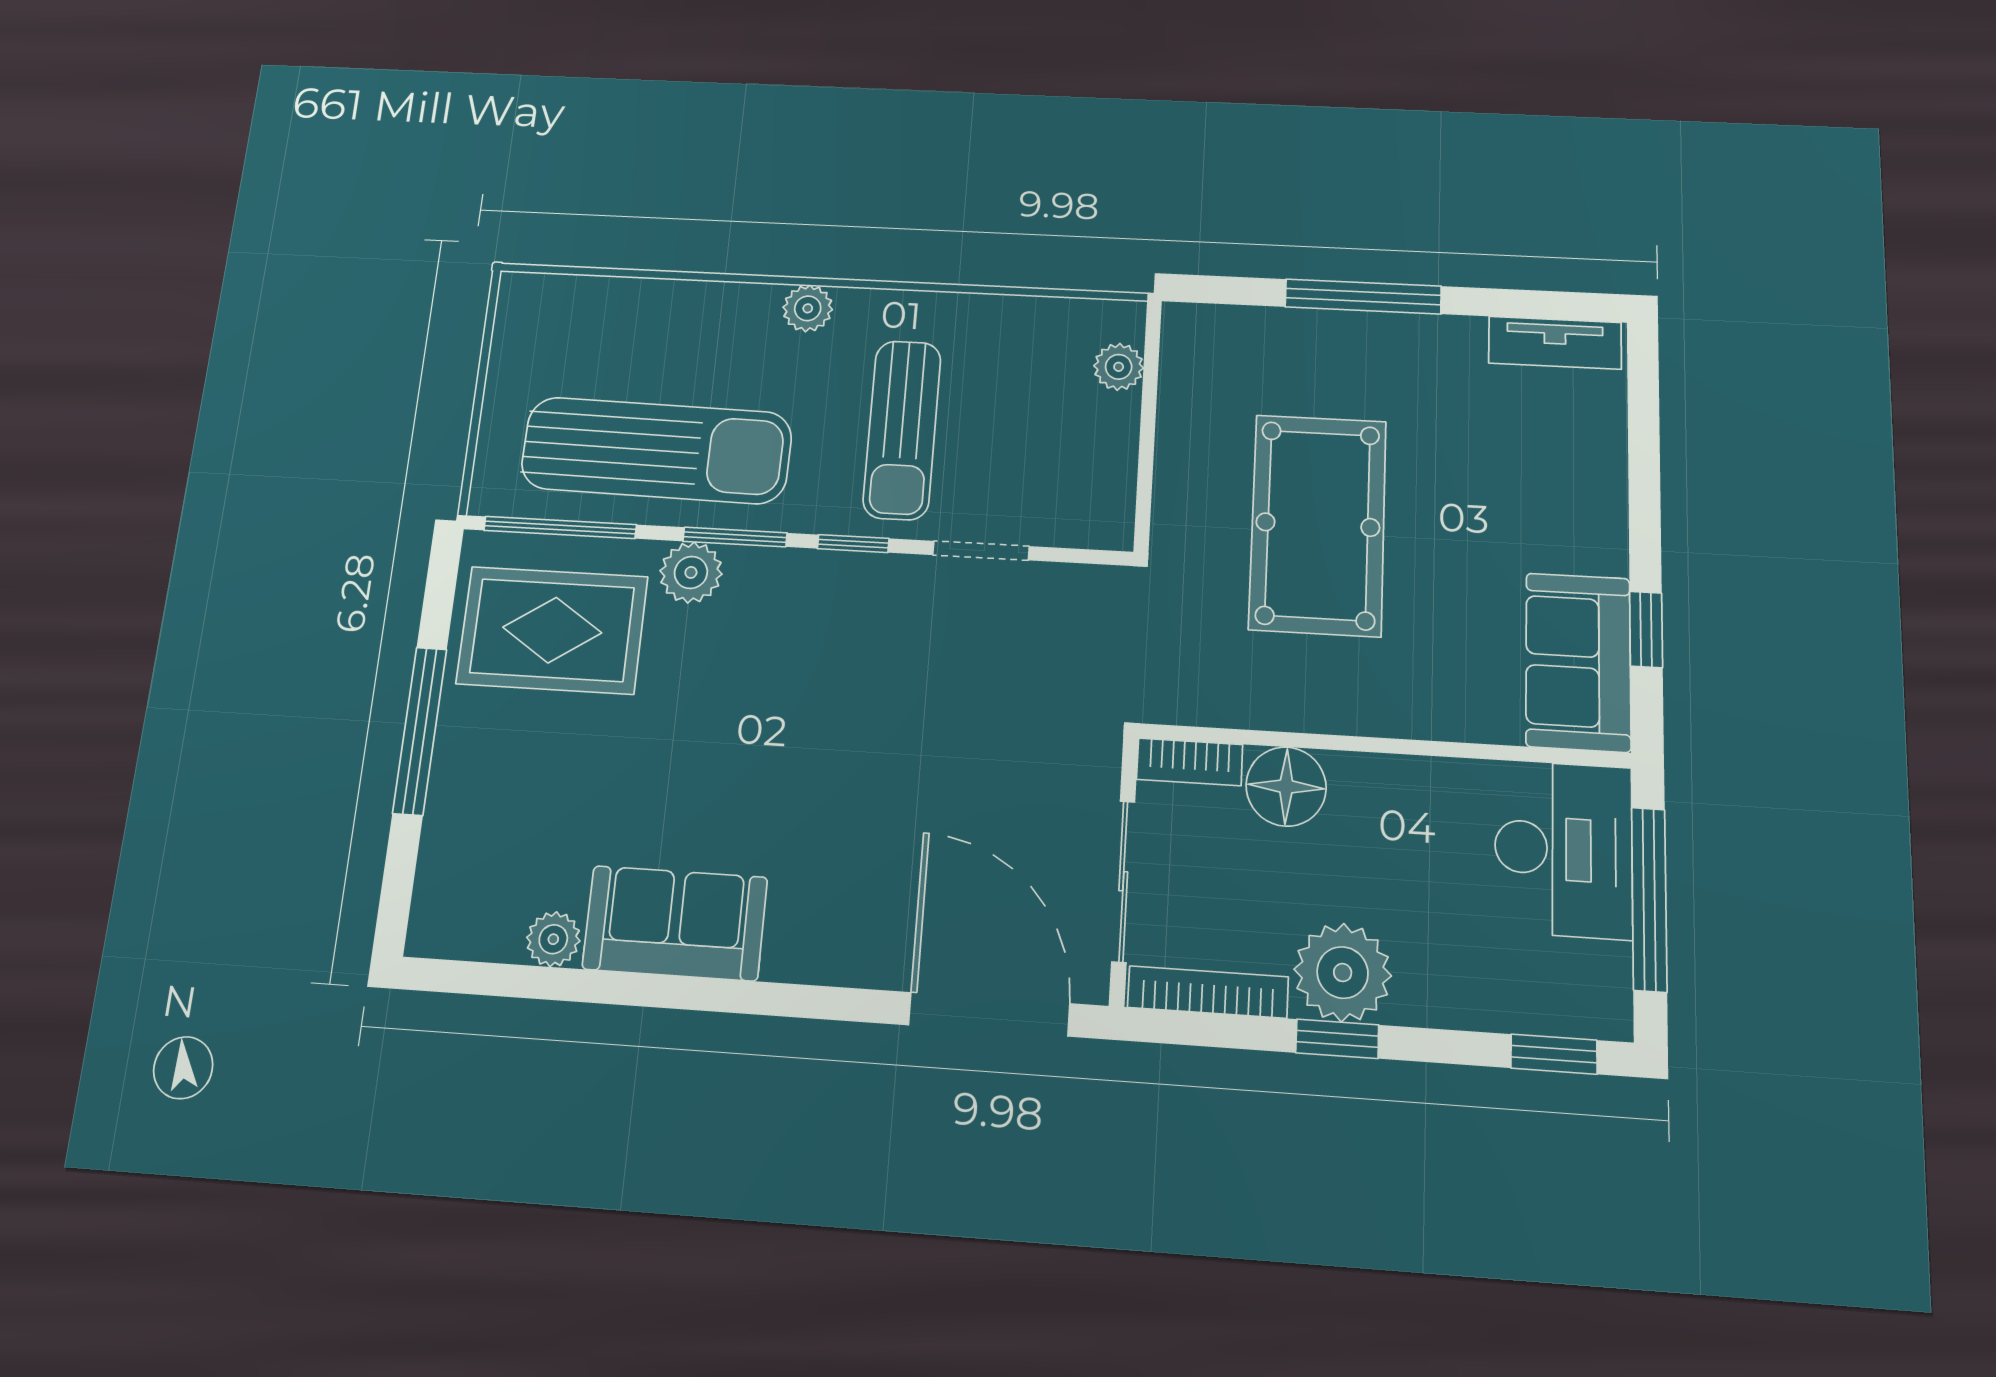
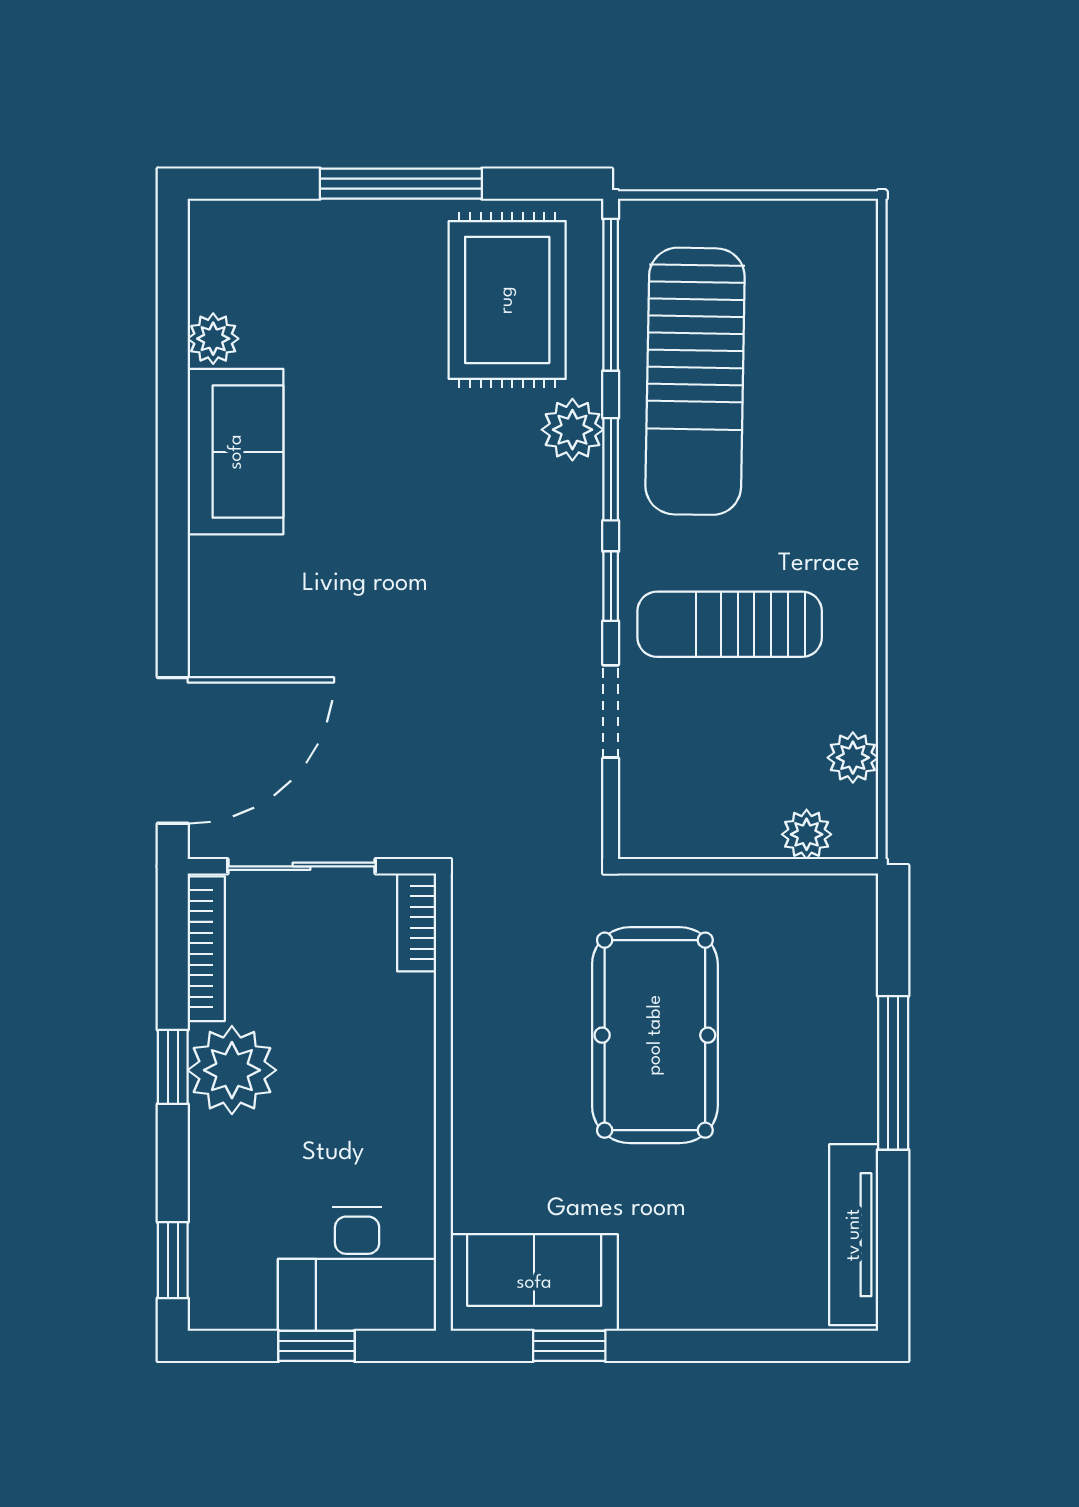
plant: (808, 308) -> (853, 758), moved
tv unit: (1555, 343) -> (854, 1235), width x1.41
pool table: (1318, 525) -> (655, 1035), turned 90
floor lamp: (1286, 787) -> (399, 1013), removed
window: (1649, 899) -> (317, 1346), width x0.46

